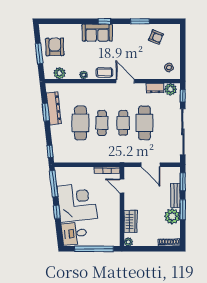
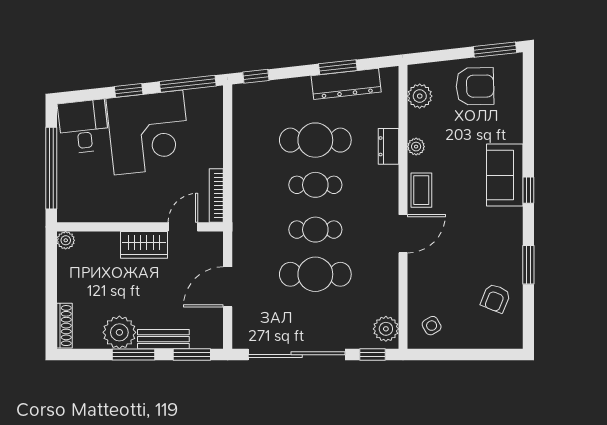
window: (39, 53) -> (495, 50), moved
dresser: (155, 88) -> (388, 146), moved
wardrobe: (131, 221) -> (144, 245), moved

